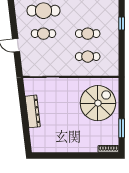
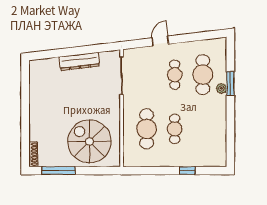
cafe table: (88, 57) -> (147, 129), width x1.37, depth x1.35
spiral stairs: (98, 103) -> (89, 141), turned 180
window: (122, 128) -> (59, 171), width x1.44

